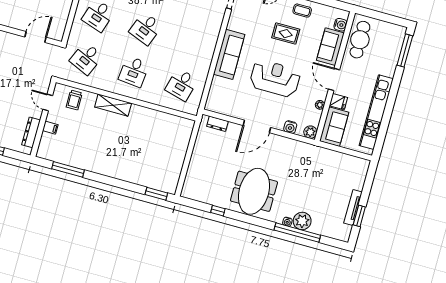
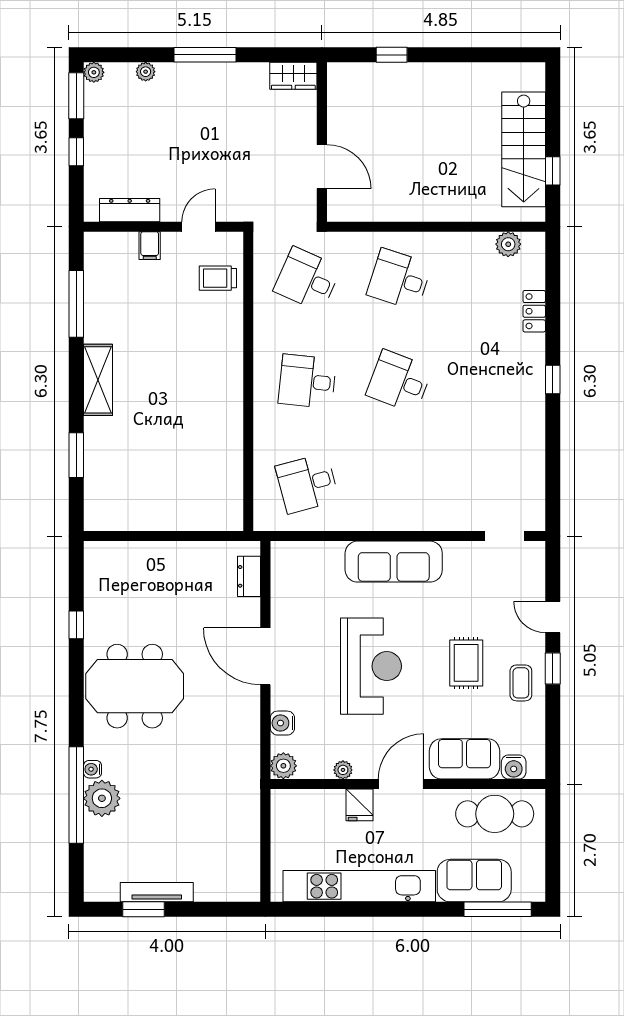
desk: (182, 85) -> (307, 483), turned -30
shelving: (113, 105) -> (98, 380), moved
sofa: (334, 127) -> (474, 881), moved, turned 180
window: (156, 194) -> (76, 455), moved

